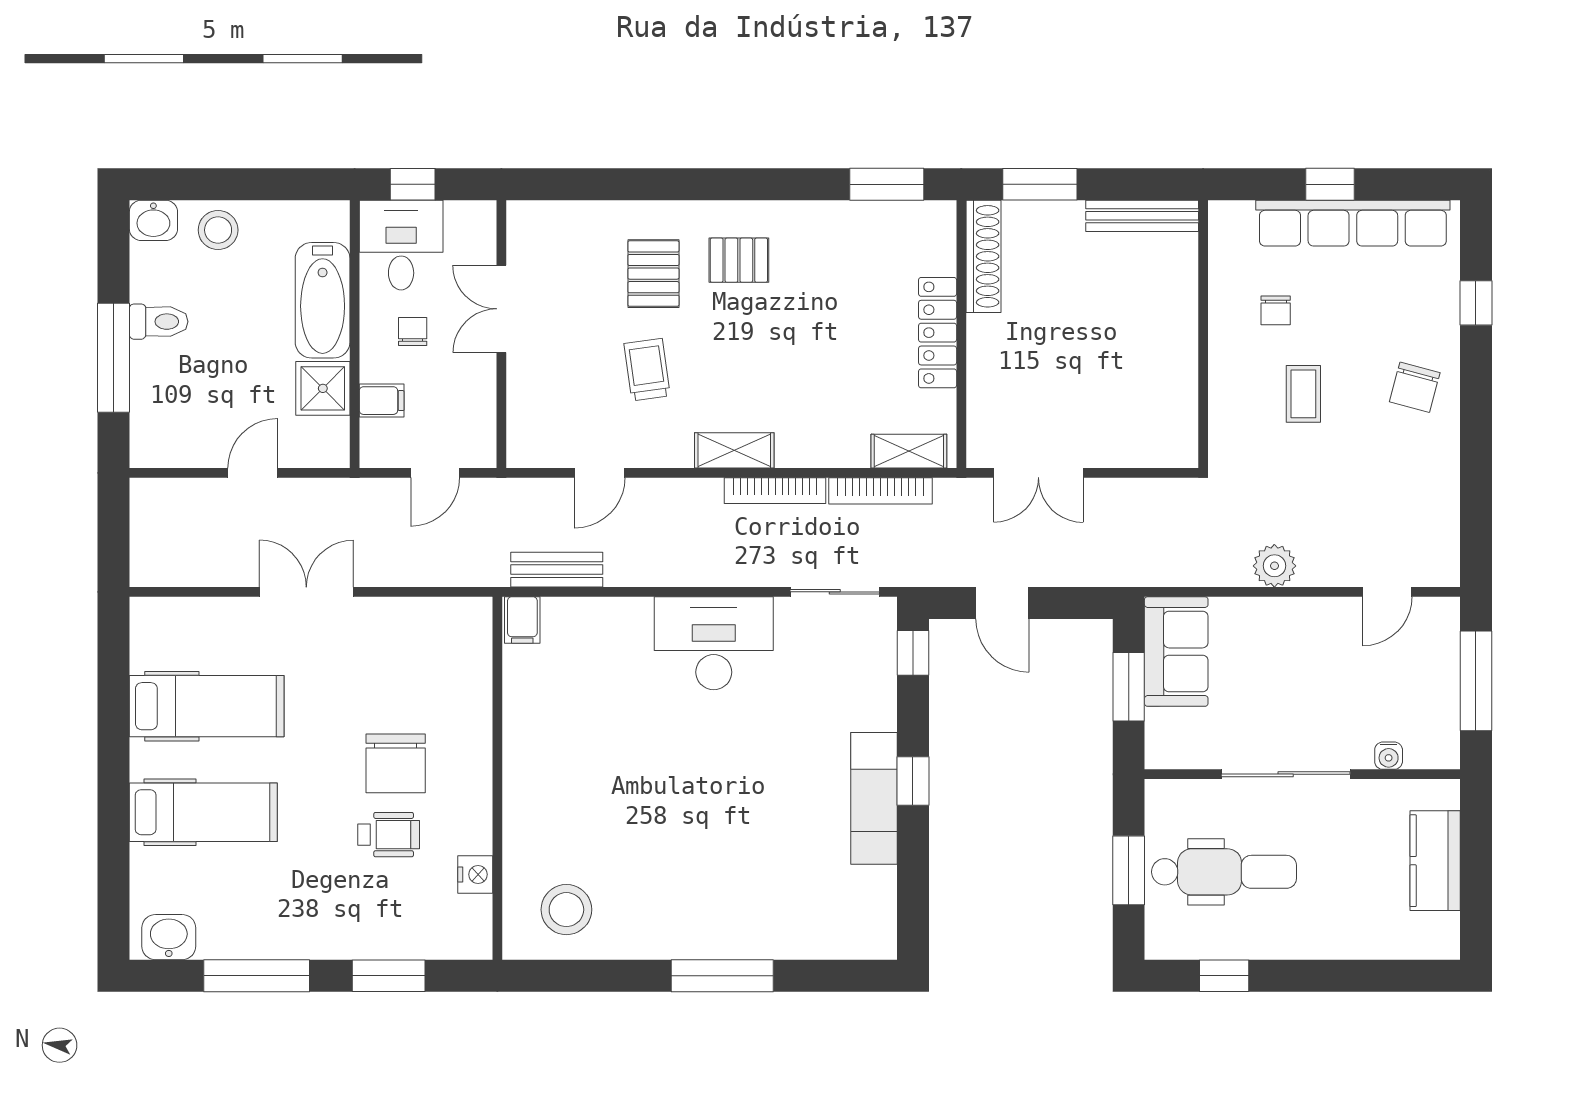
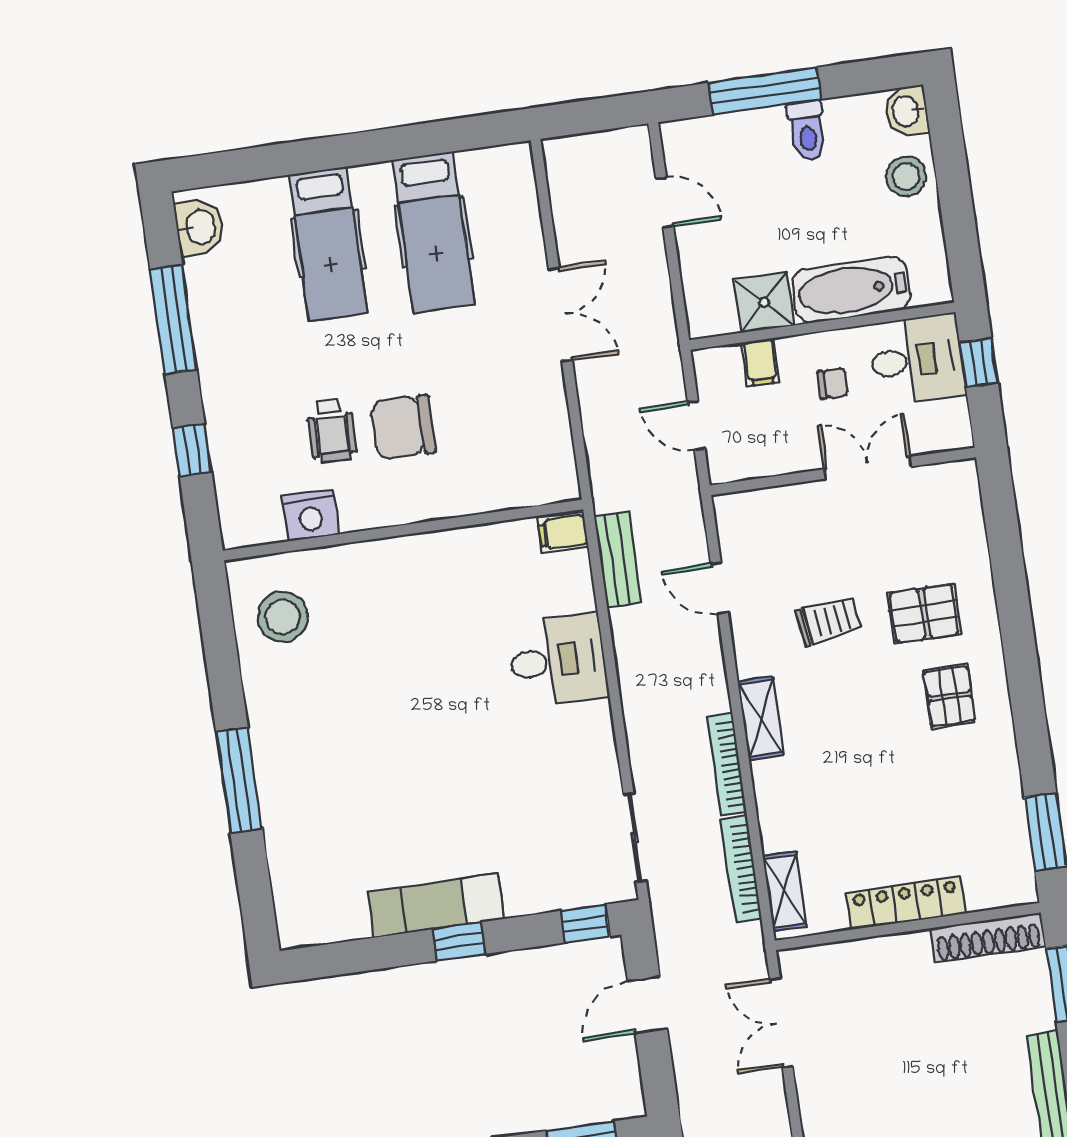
door: (253, 473) -> (665, 202), moved
desk: (714, 643) -> (558, 660), moved, width x0.73
nightstand: (475, 874) -> (310, 515), width x1.36, depth x1.33
window: (389, 976) -> (192, 450), width x0.67

